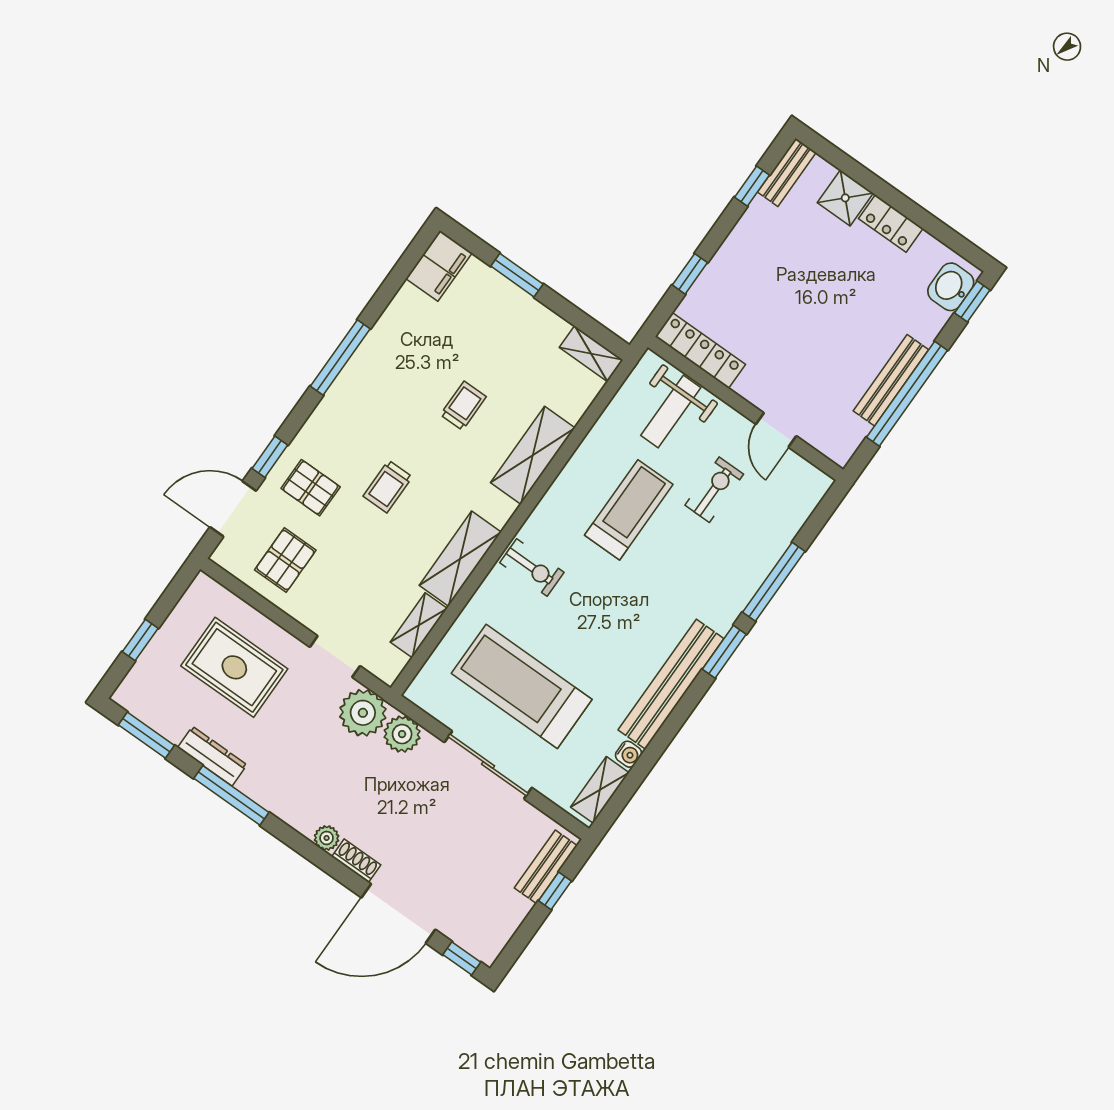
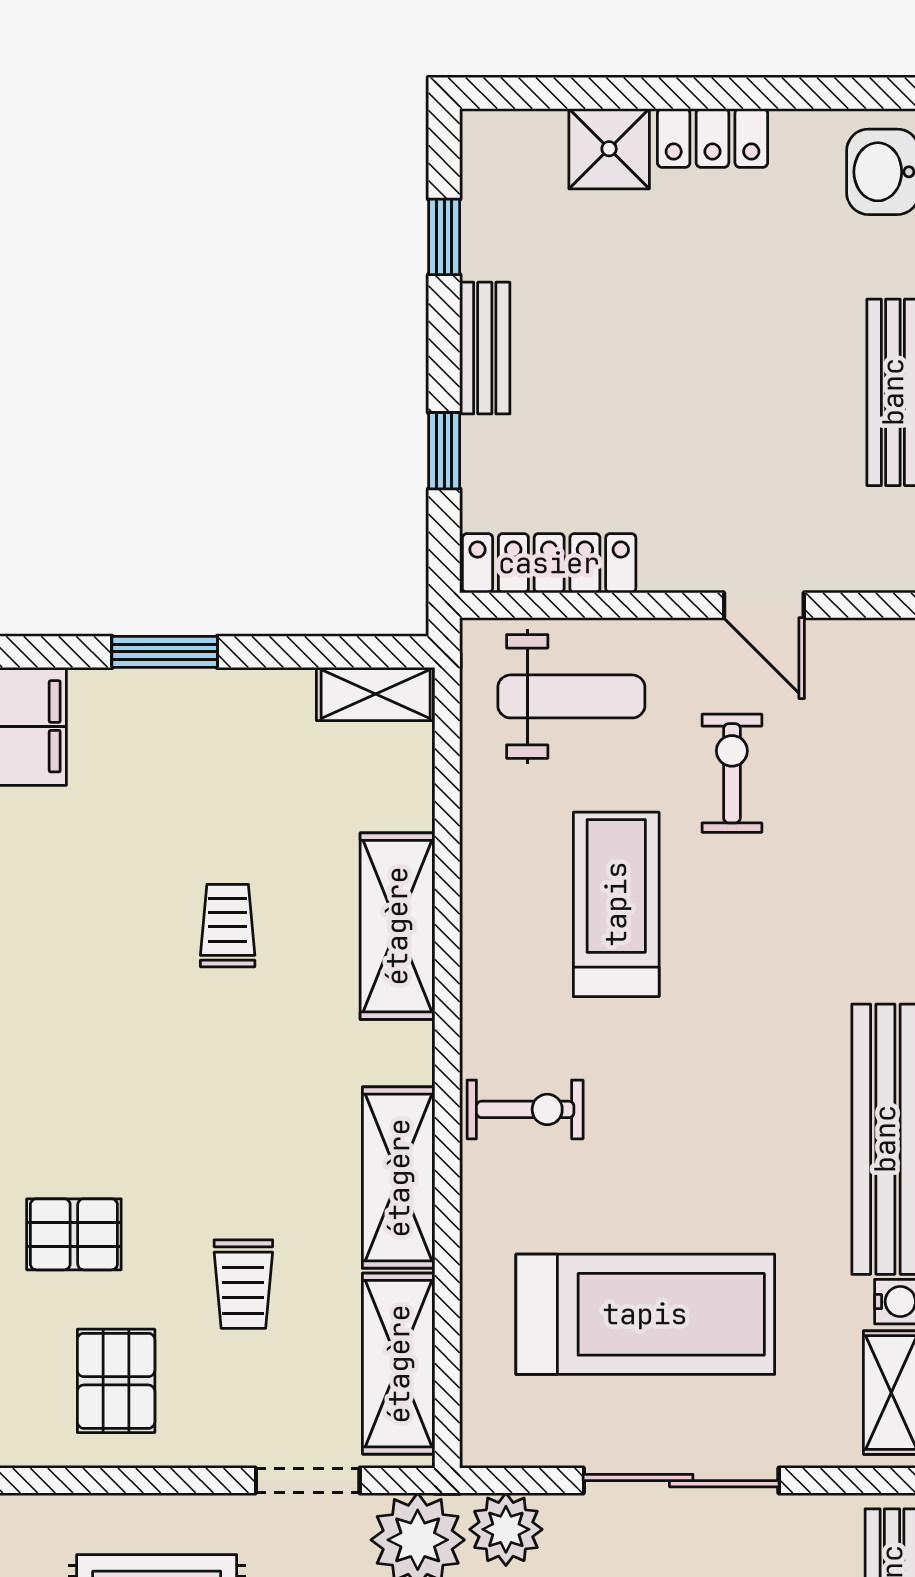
bench: (787, 172) -> (485, 348), moved
weight bench: (671, 412) -> (571, 696), turned -90
trolley: (388, 486) -> (243, 1284), moved
shelving: (419, 625) -> (399, 1364), width x1.50, depth x1.33
treadmill: (522, 686) -> (645, 1314), turned 180

